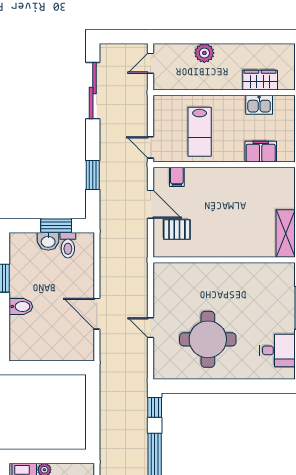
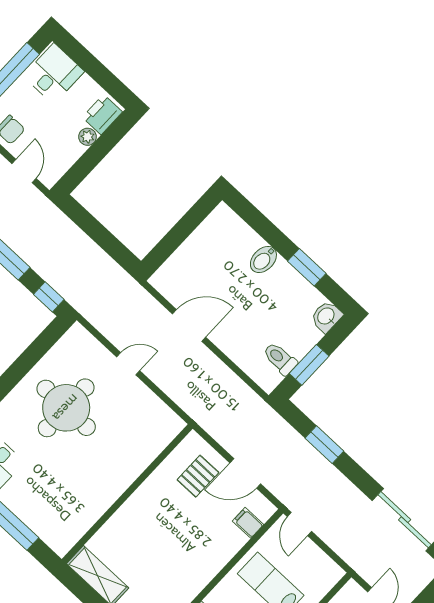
door: (151, 147) -> (299, 524), swing flipped
washbasin: (48, 241) -> (326, 316), moved

